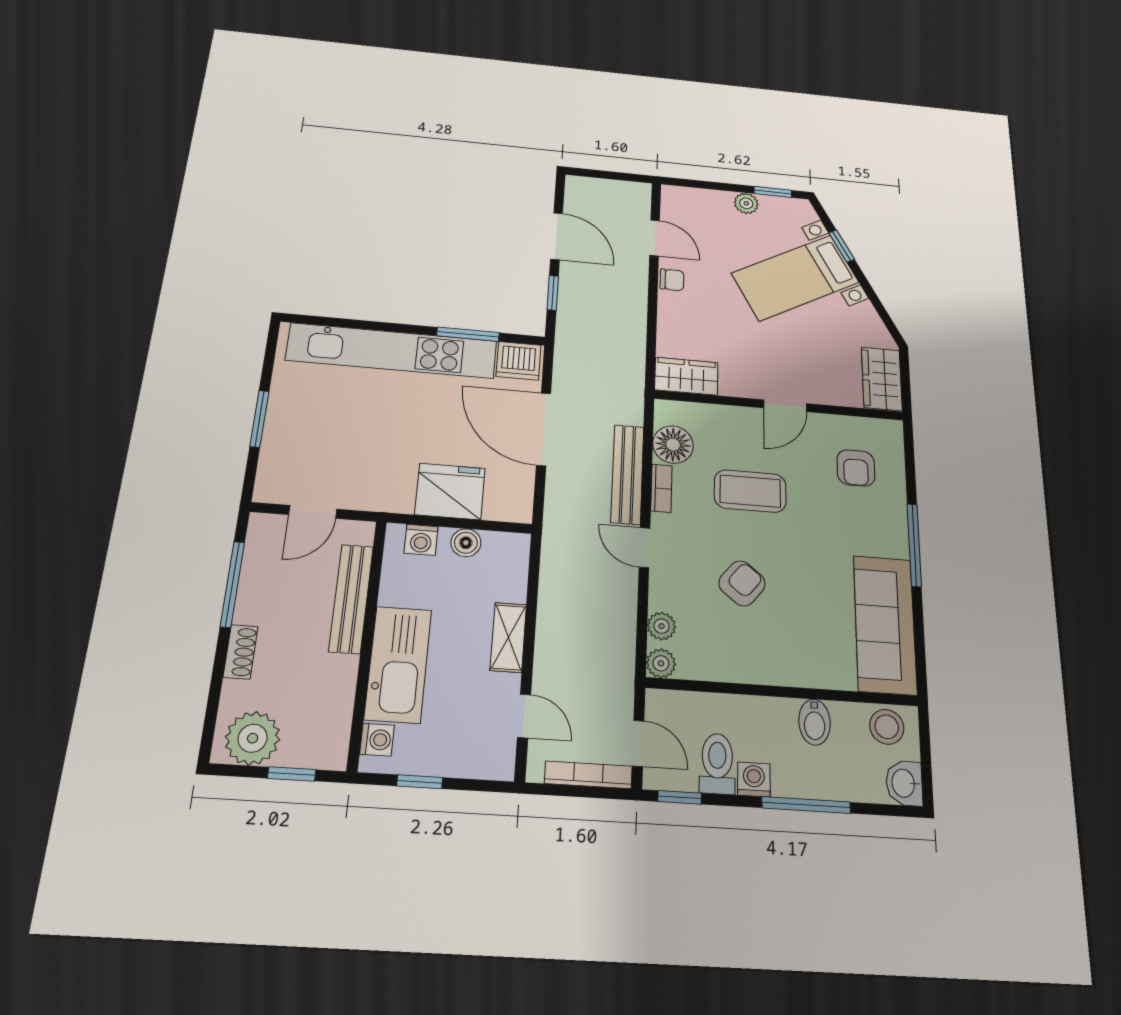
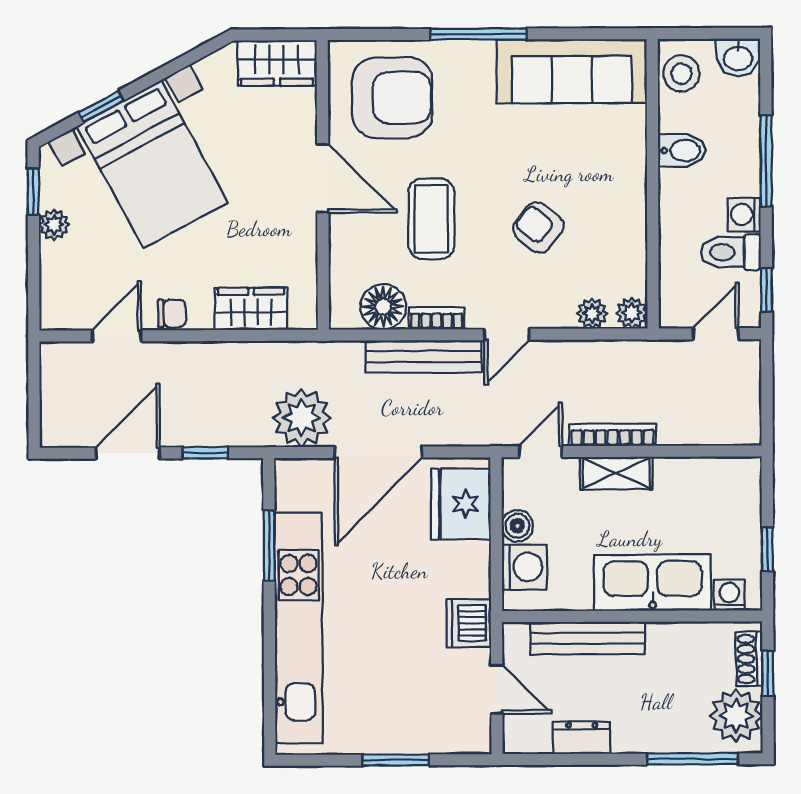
bed with nightstands: (795, 278) -> (152, 164), width x1.36
chair: (672, 280) -> (172, 313), turned 90
dishwasher: (519, 361) -> (469, 623), moved, turned 180
plant: (578, 370) -> (302, 418), added
wardrobe: (686, 376) -> (251, 309), moved, turned 90
door: (785, 406) -> (323, 178), width x1.38
armchair: (856, 468) -> (392, 98), width x1.88, depth x1.88
fridge: (450, 491) -> (461, 504), moved
washing machine: (421, 540) -> (524, 567), width x1.38, depth x1.38
window: (232, 584) -> (692, 759), moved
dresser: (254, 586) -> (582, 738), added
shoe rack: (241, 652) -> (749, 659), moved, turned -90
door: (524, 716) -> (541, 452), moved
bookcase: (588, 775) -> (613, 435), moved, turned 90

